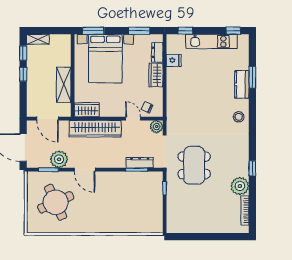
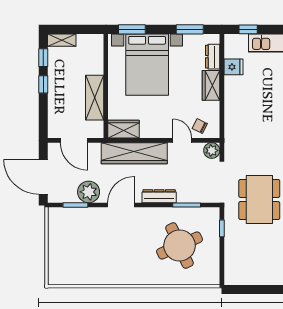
dresser: (140, 163) -> (159, 196), moved
door: (85, 170) -> (121, 205), swing flipped
round table: (56, 202) -> (180, 245), moved

